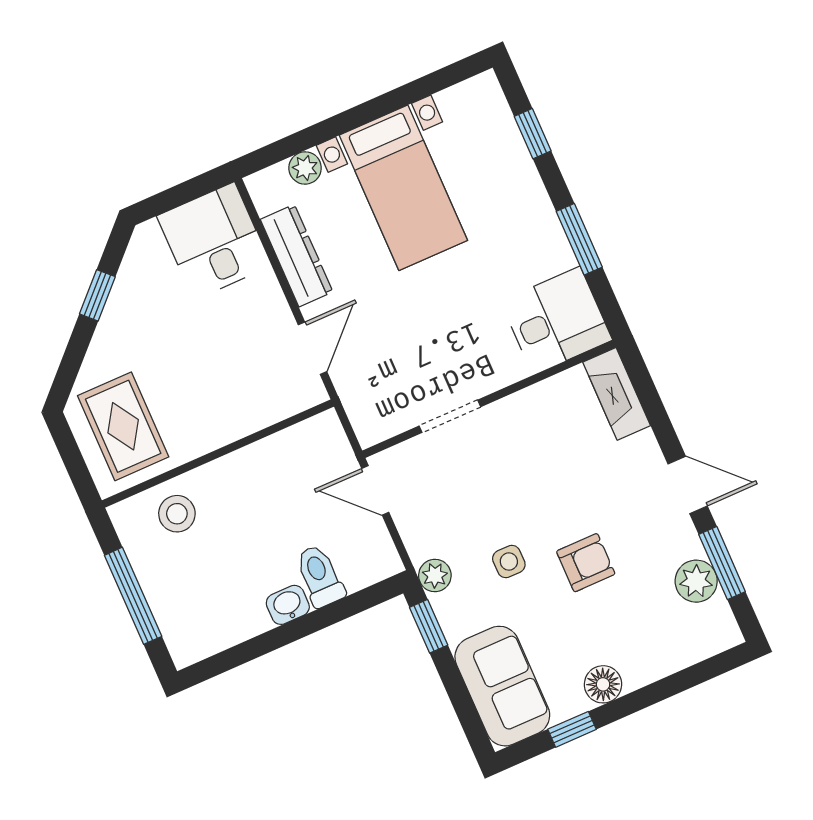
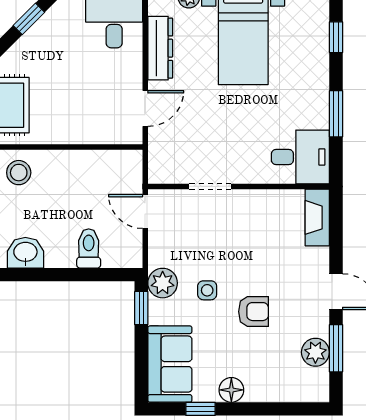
plant: (435, 576) -> (163, 283), width x1.38, depth x1.38
washbasin: (288, 605) -> (25, 253), moved, width x1.38, depth x1.45

